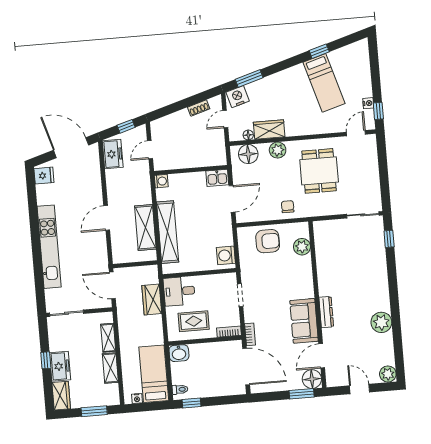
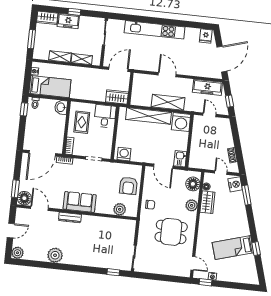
freezer: (113, 154) -> (207, 87), width x1.40
washing machine: (161, 181) -> (181, 122), width x1.89, depth x1.89
shelving: (145, 228) -> (168, 102), moved
wardrobe: (152, 300) -> (117, 97), moved
sofa: (304, 321) -> (80, 202), moved

